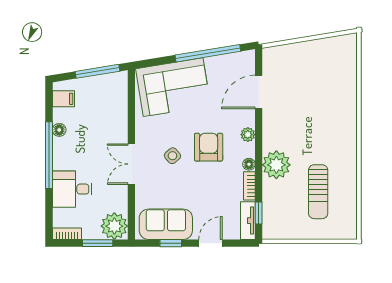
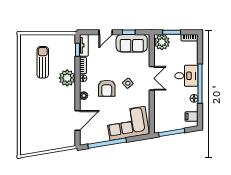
desk: (72, 189) -> (186, 76), moved

